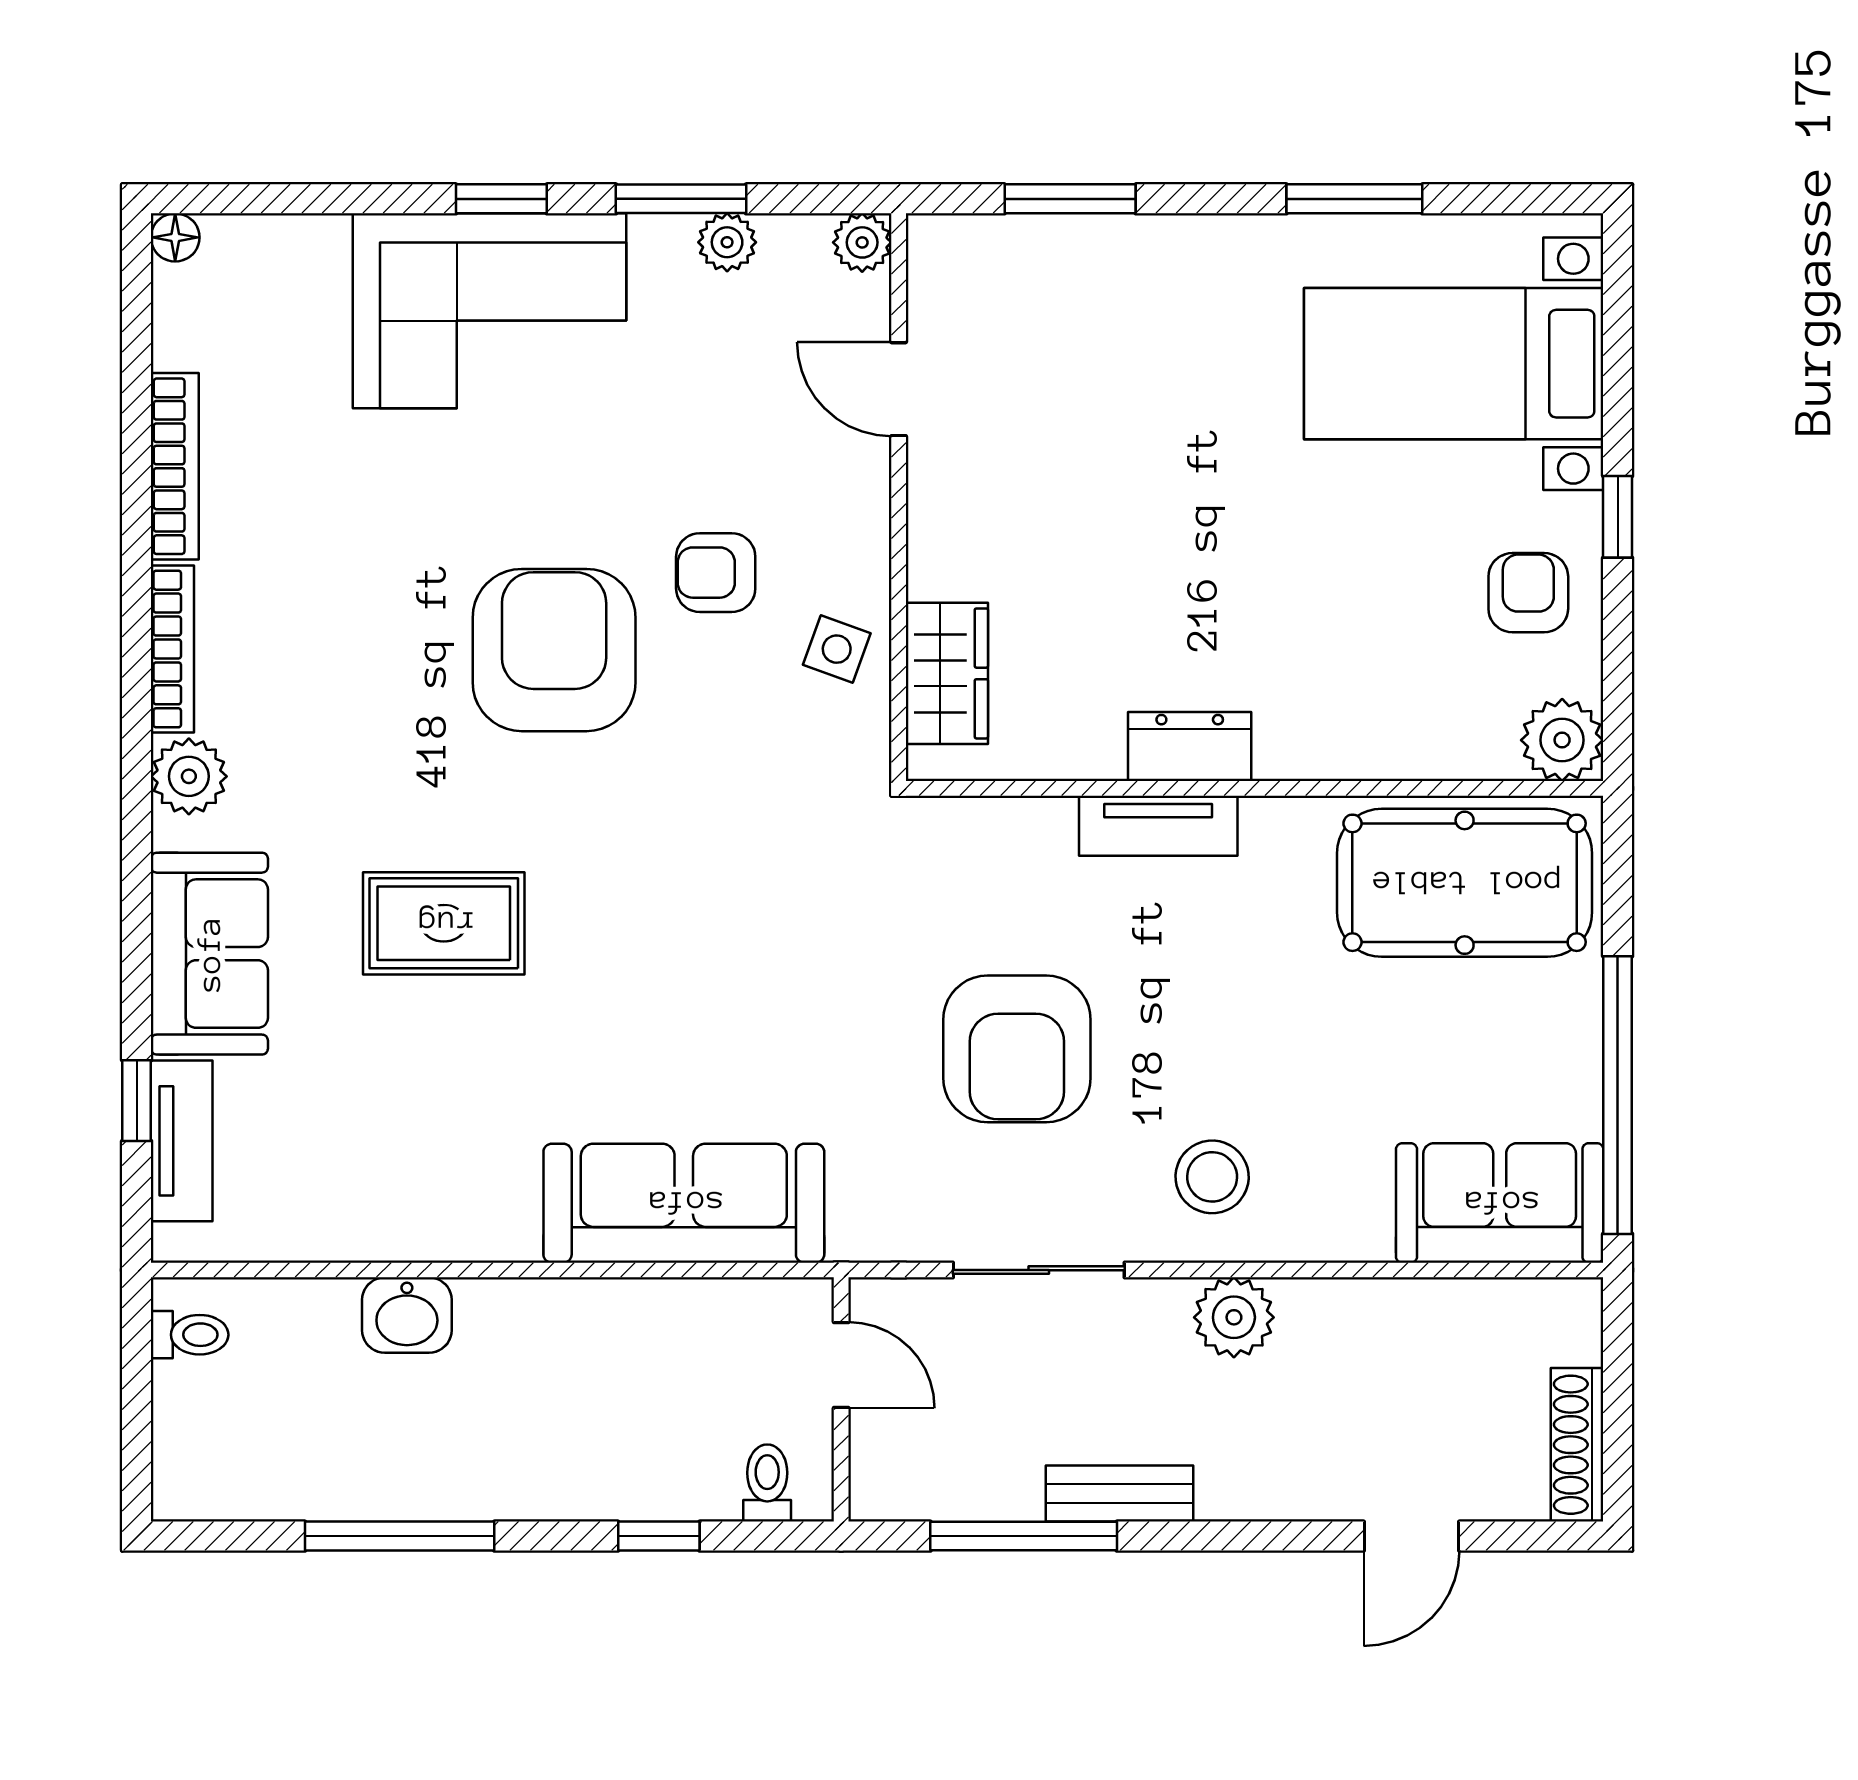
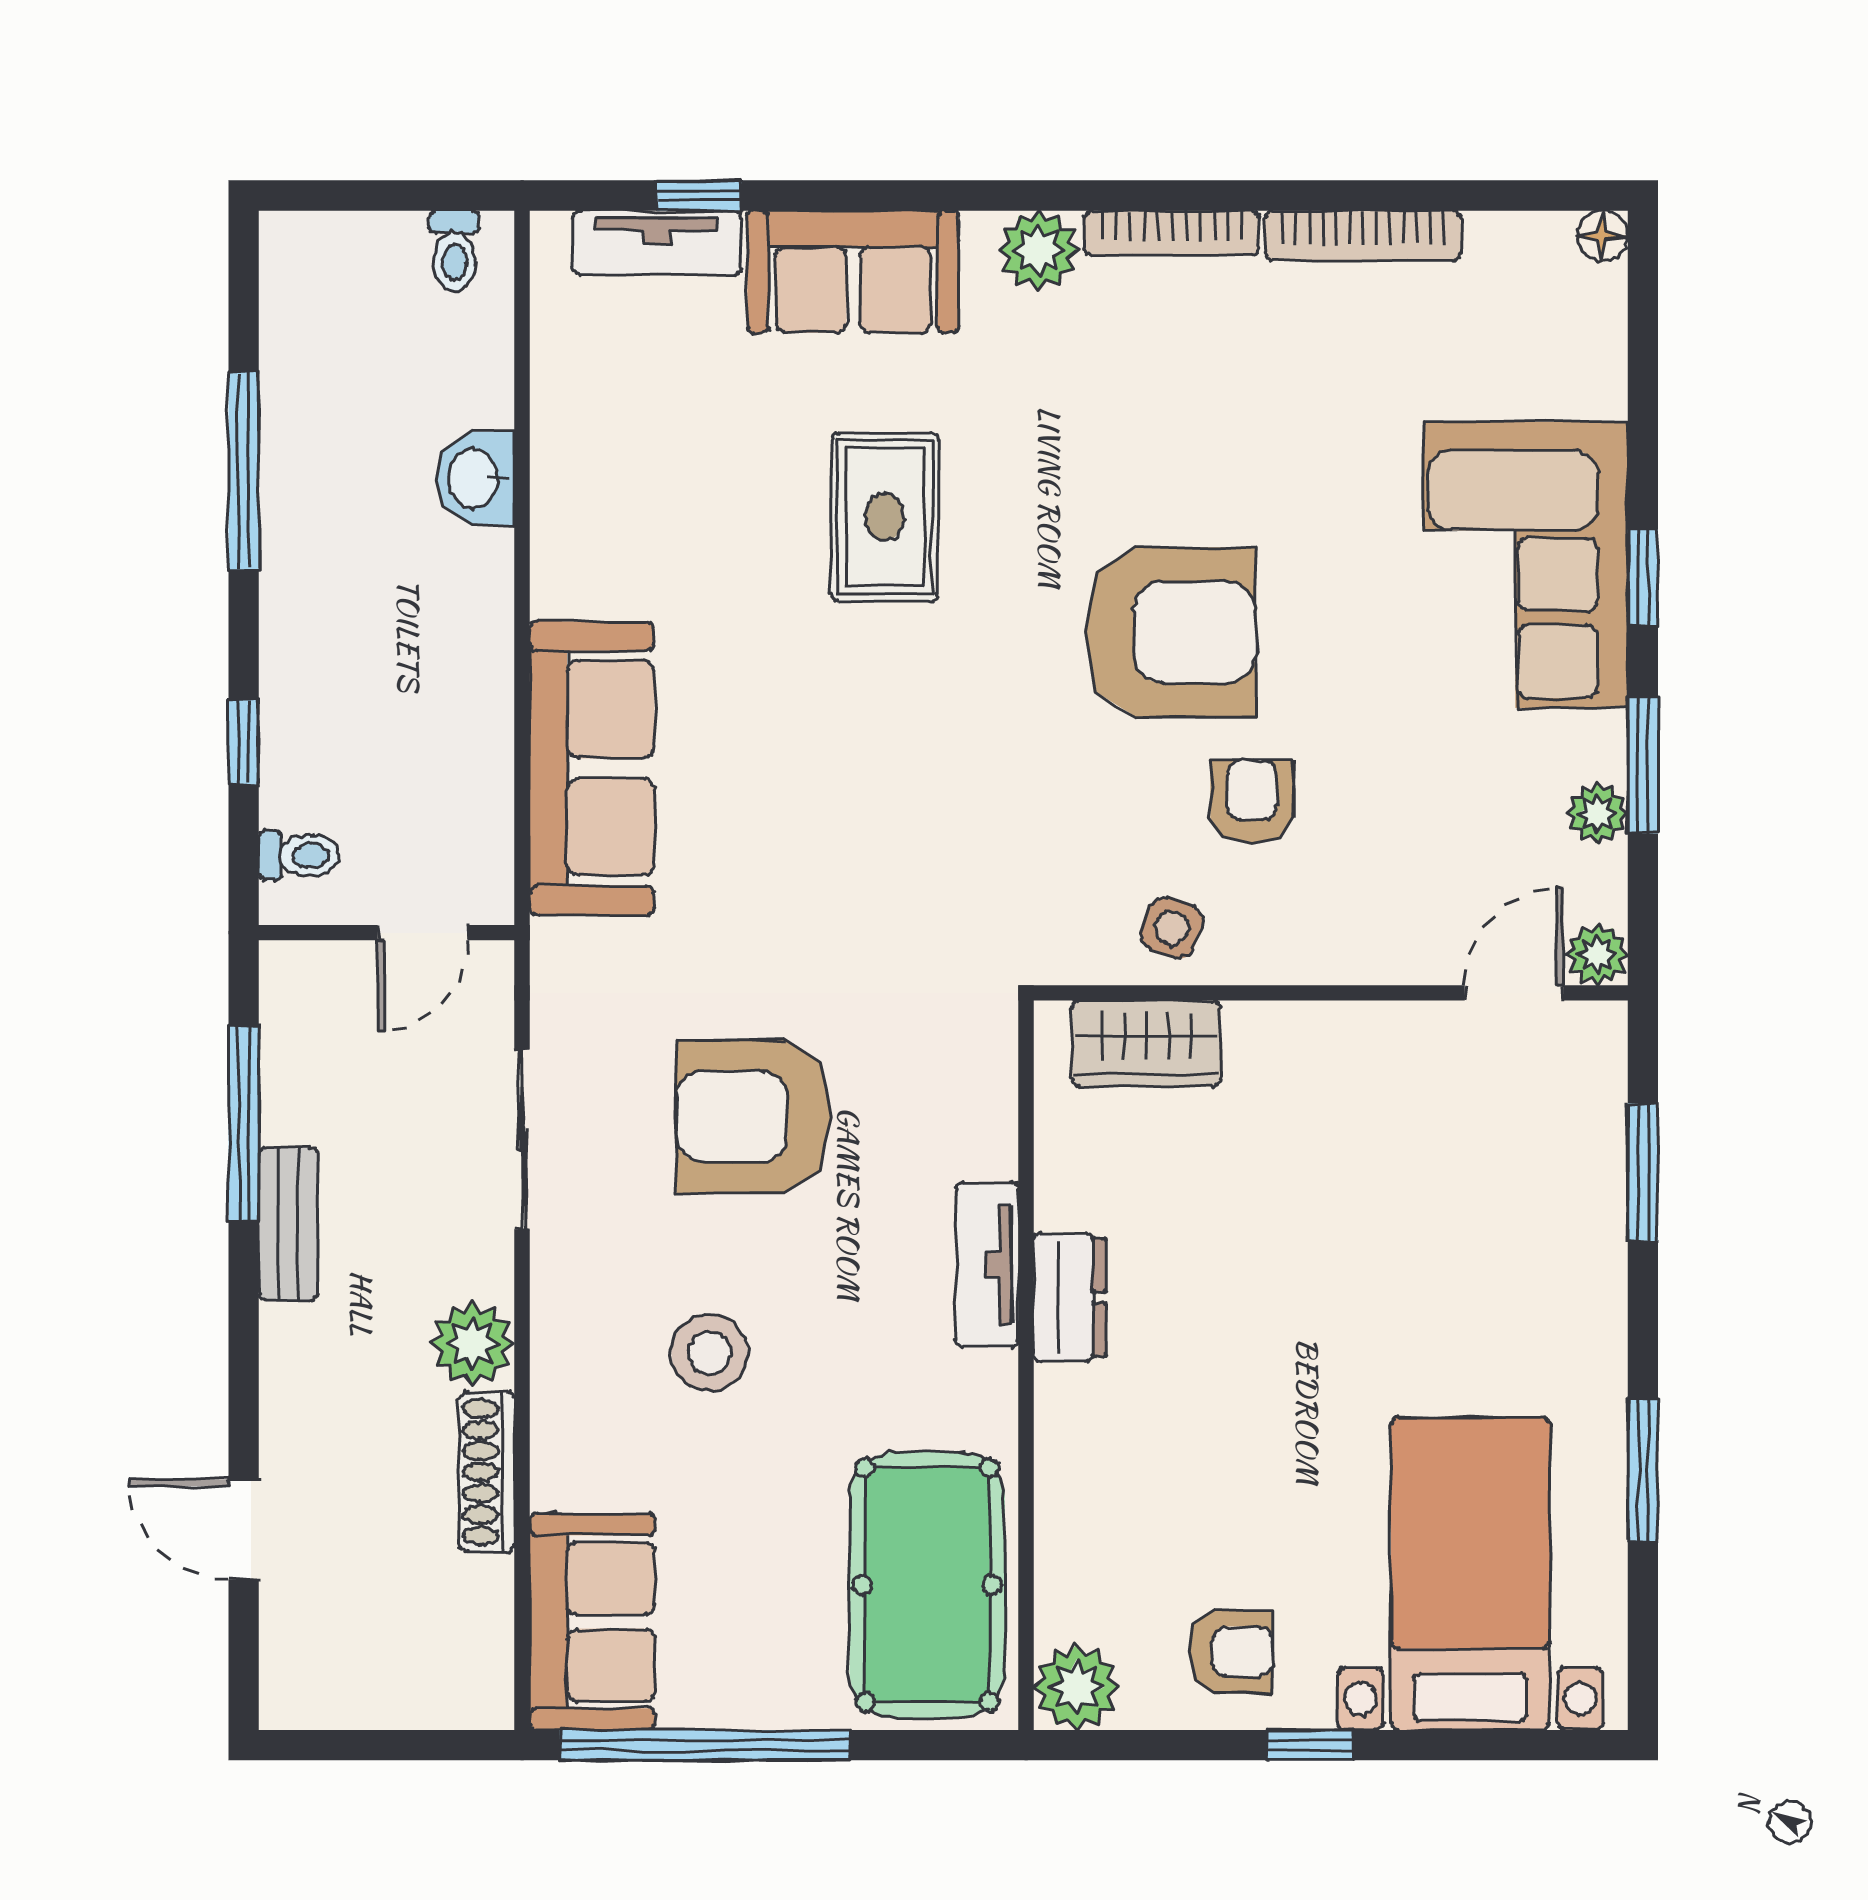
door: (899, 389) -> (1514, 993), moved
stool: (1212, 1177) -> (710, 1353), moved
shoe rack: (1577, 1445) -> (487, 1472), moved, turned -90

